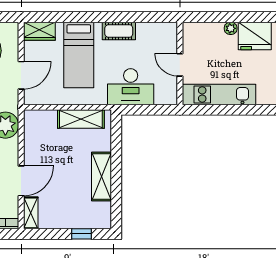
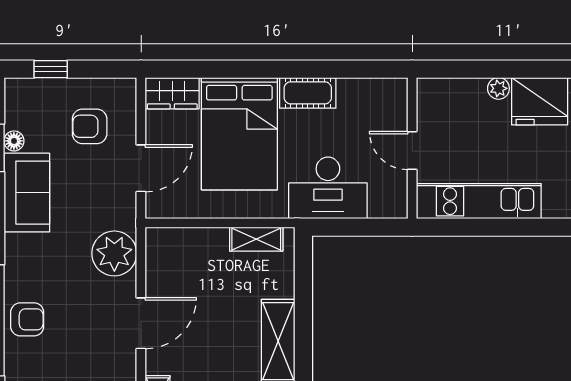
bed: (79, 55) -> (239, 134), width x1.50
shelving: (81, 119) -> (256, 239), width x0.67, depth x0.75
door: (21, 181) -> (141, 323), moved

